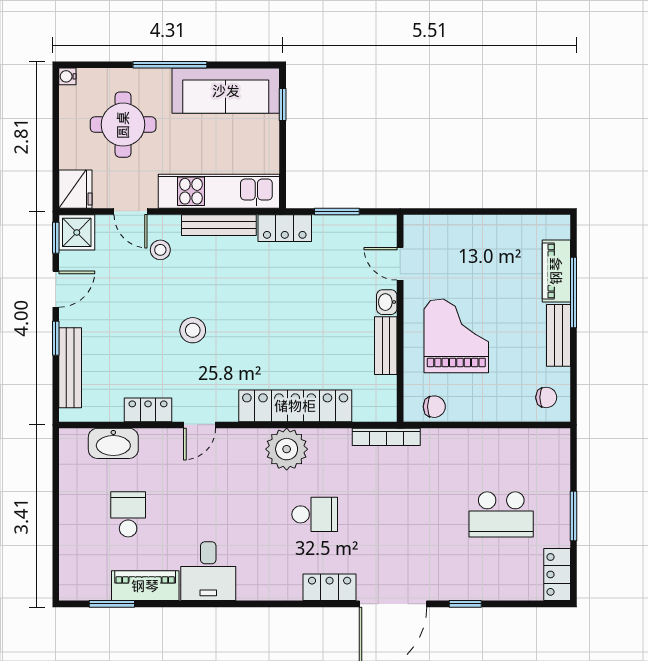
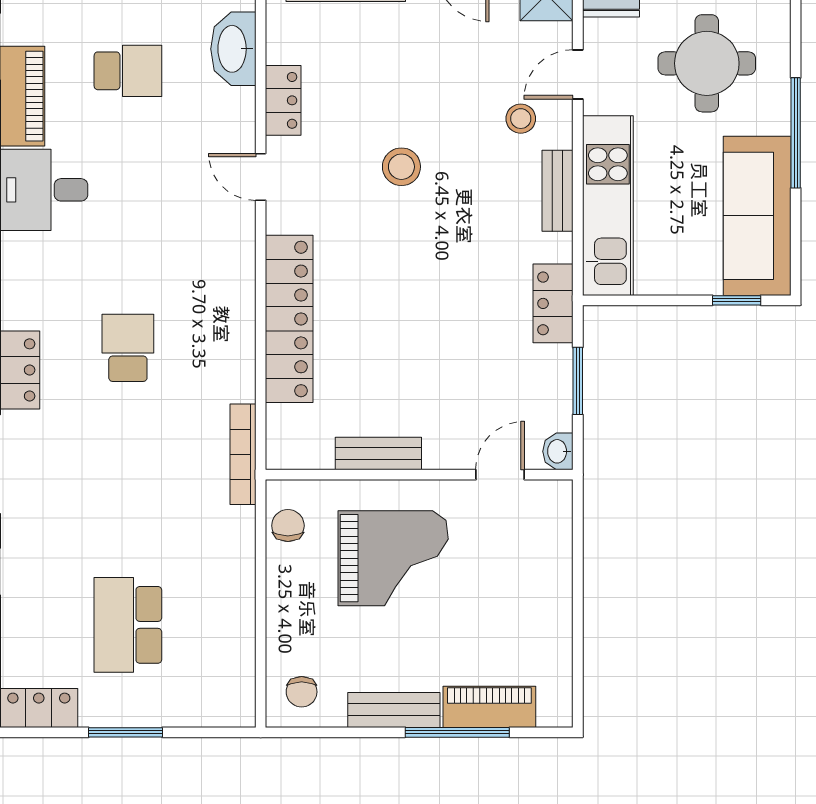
bench: (219, 225) -> (558, 191), width x0.73
washbasin: (387, 302) -> (558, 451), moved, turned -90
chair: (434, 407) -> (288, 526), turned 180
plant: (287, 449) -> (225, 306), removed
school desk: (315, 514) -> (128, 348), turned 180

